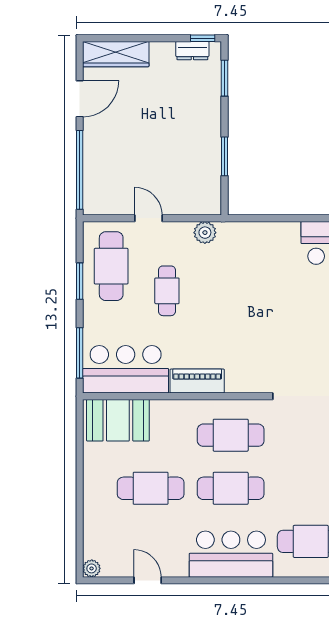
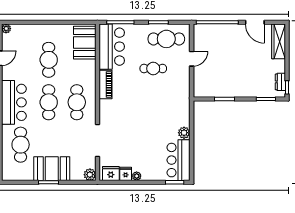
plant: (205, 233) -> (184, 133), moved

